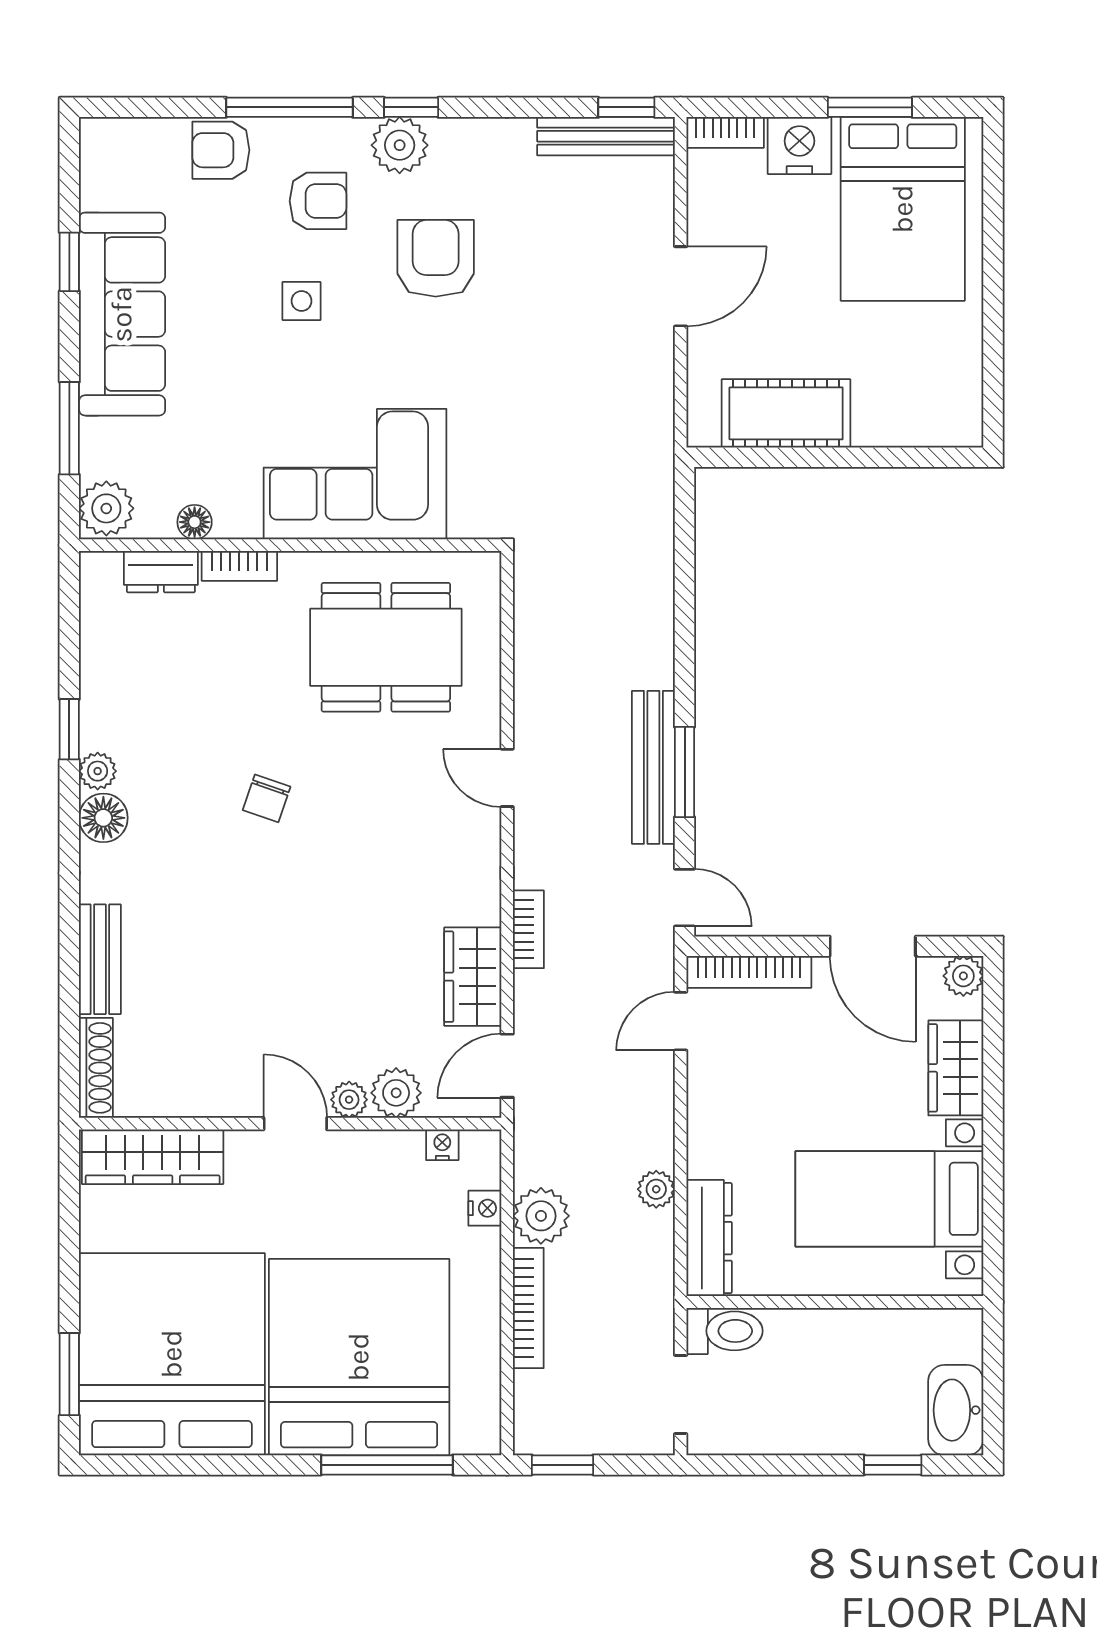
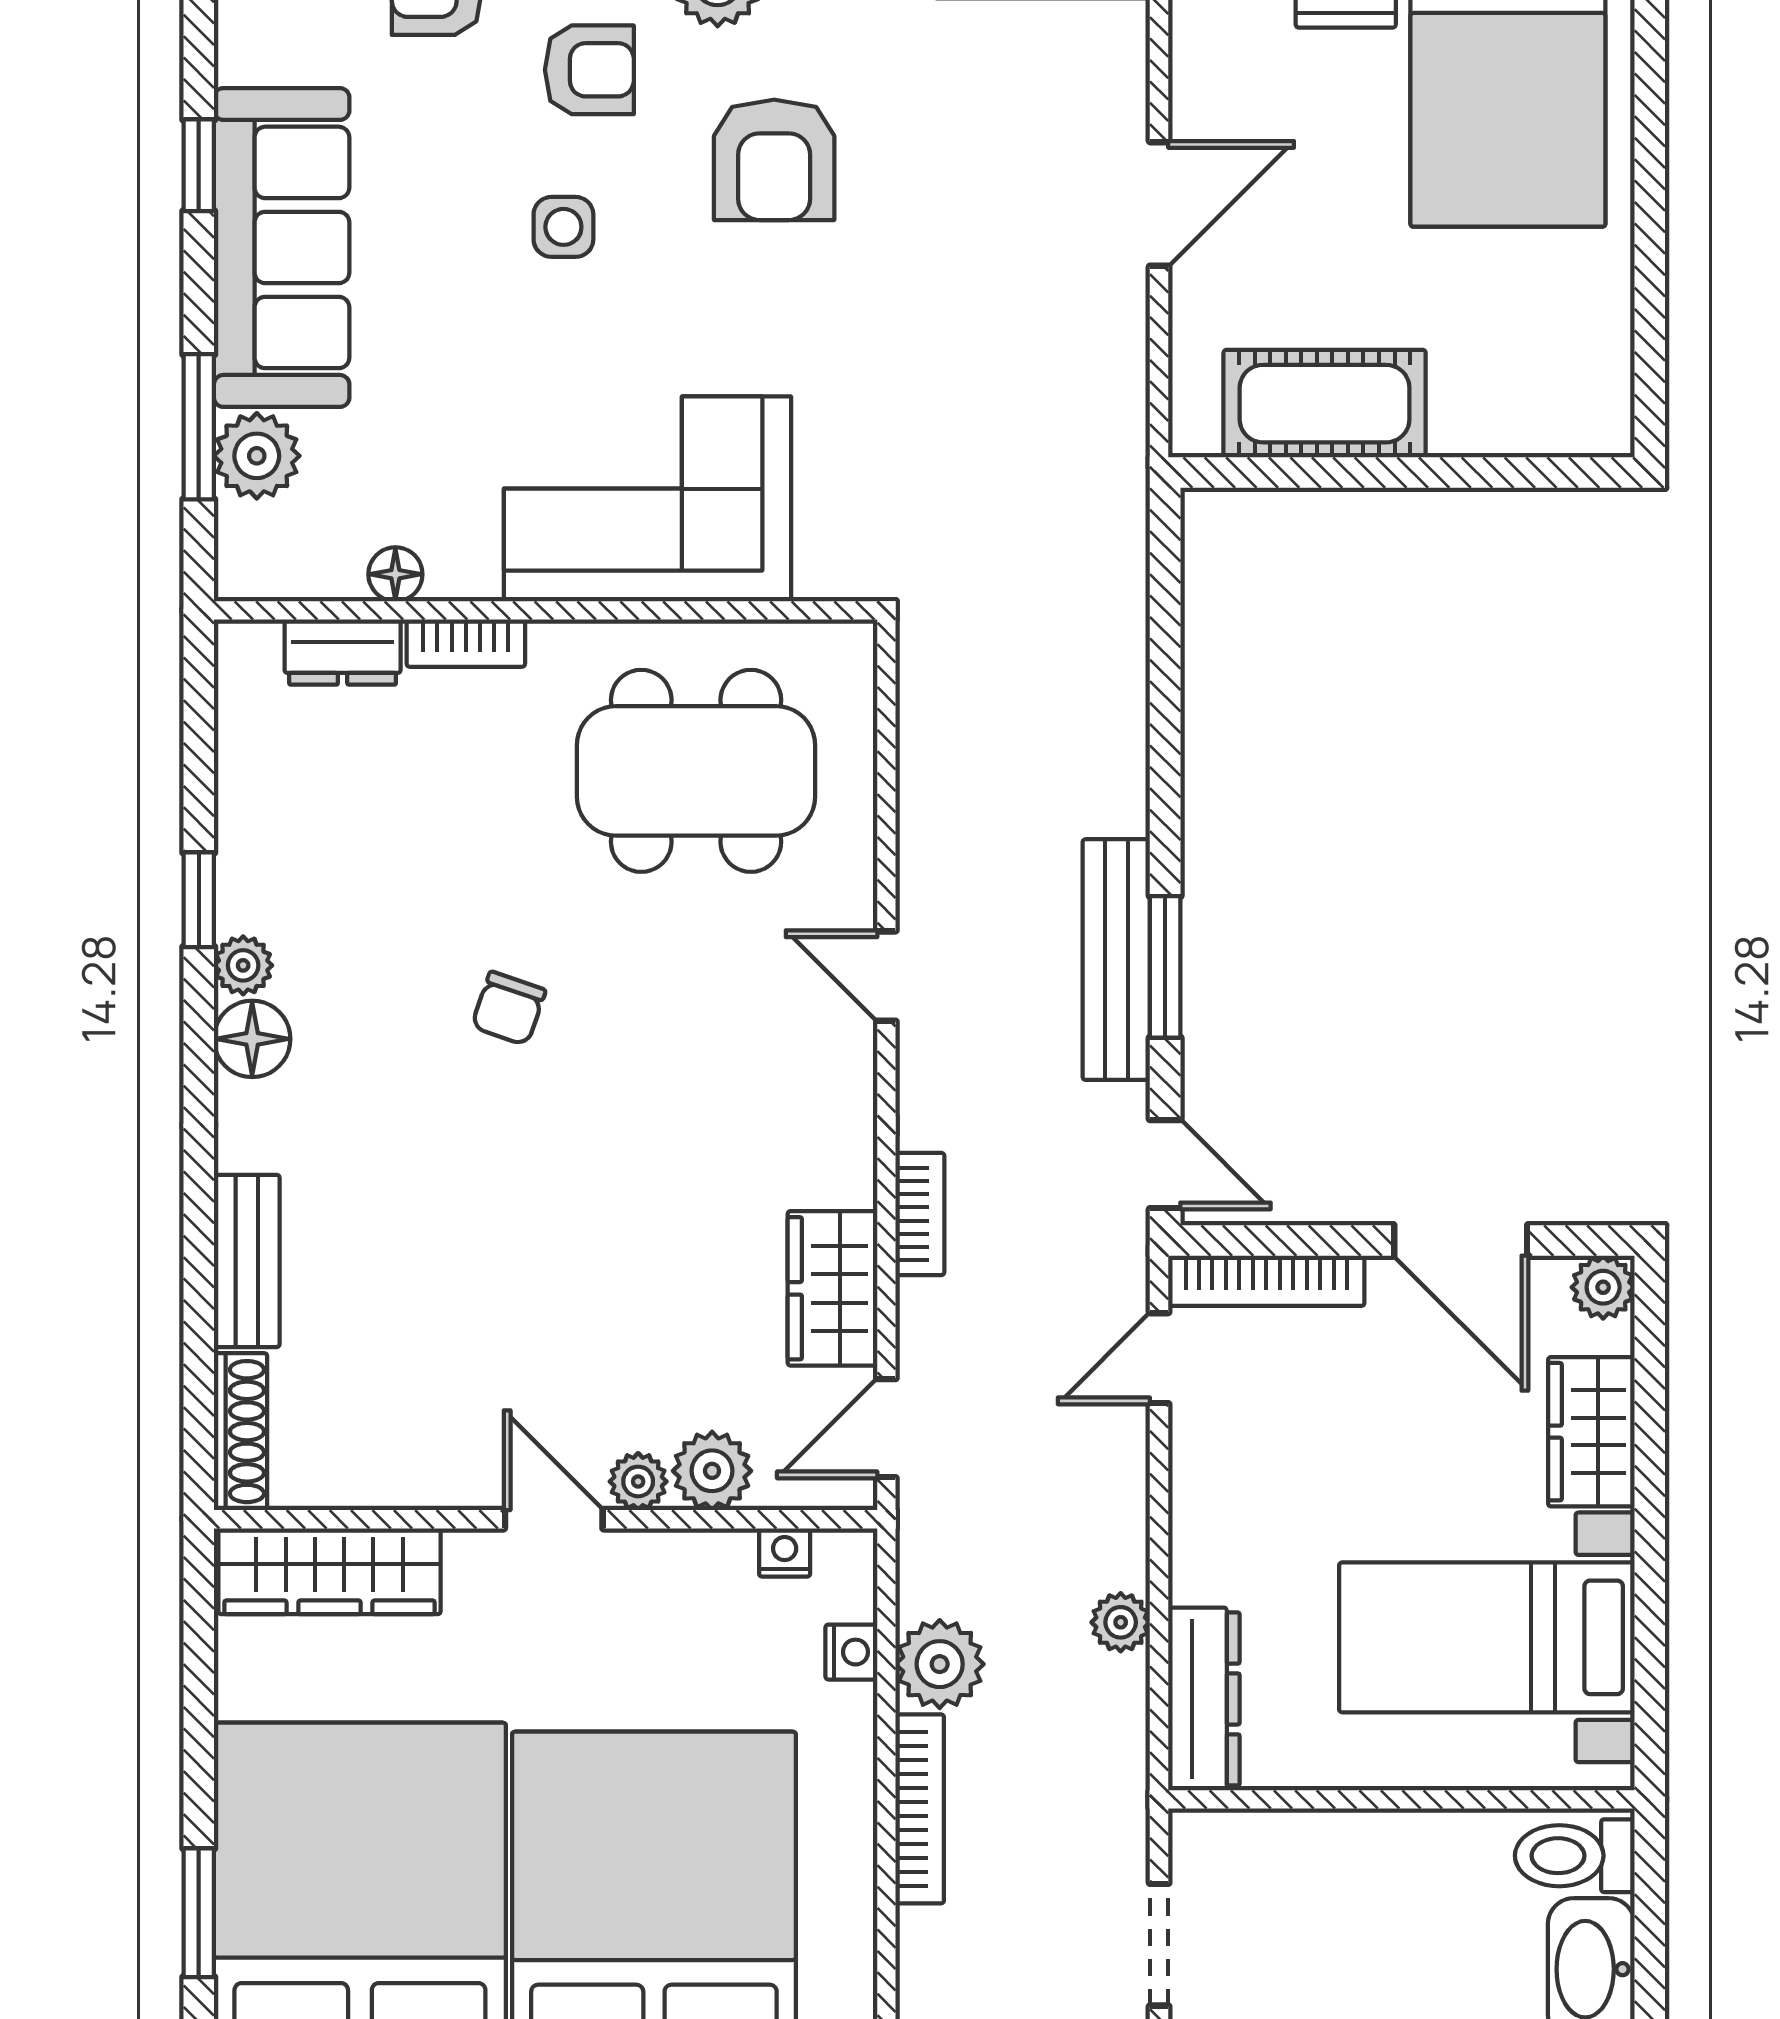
armchair: (436, 258) -> (774, 160), turned 180
plant: (106, 508) -> (257, 456), moved
toilet: (725, 1331) -> (1575, 1856), moved, turned 180

